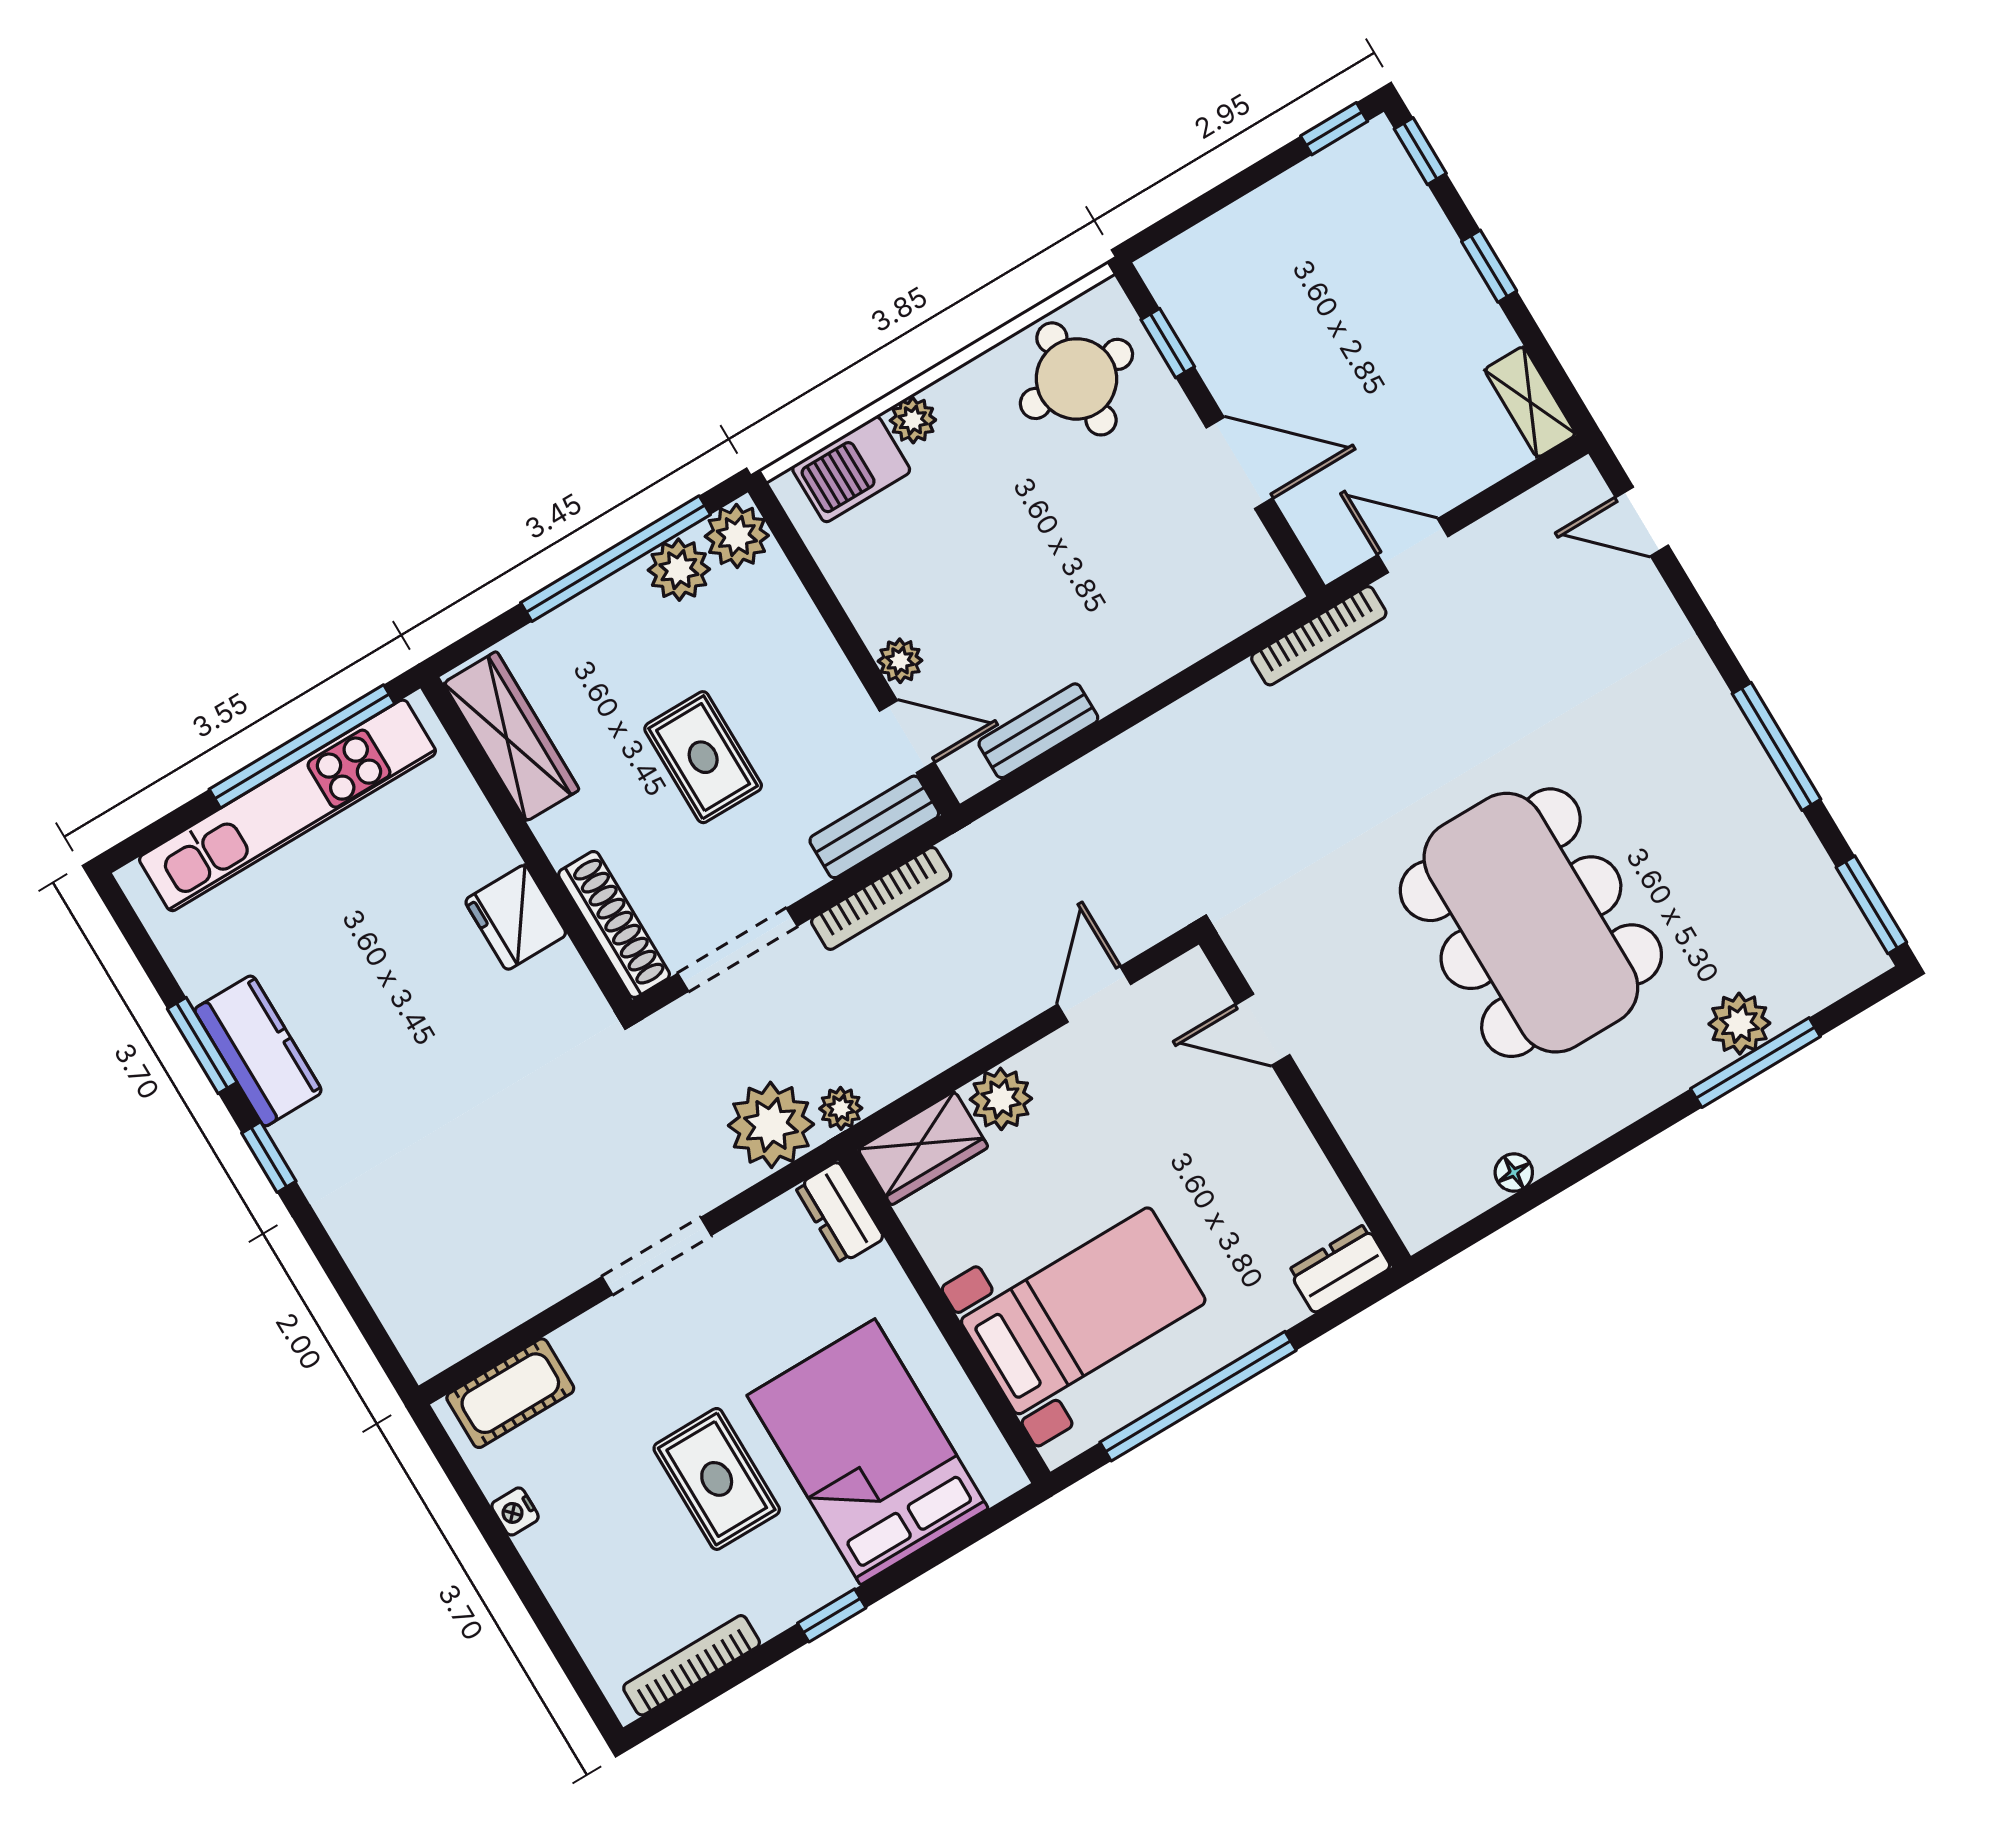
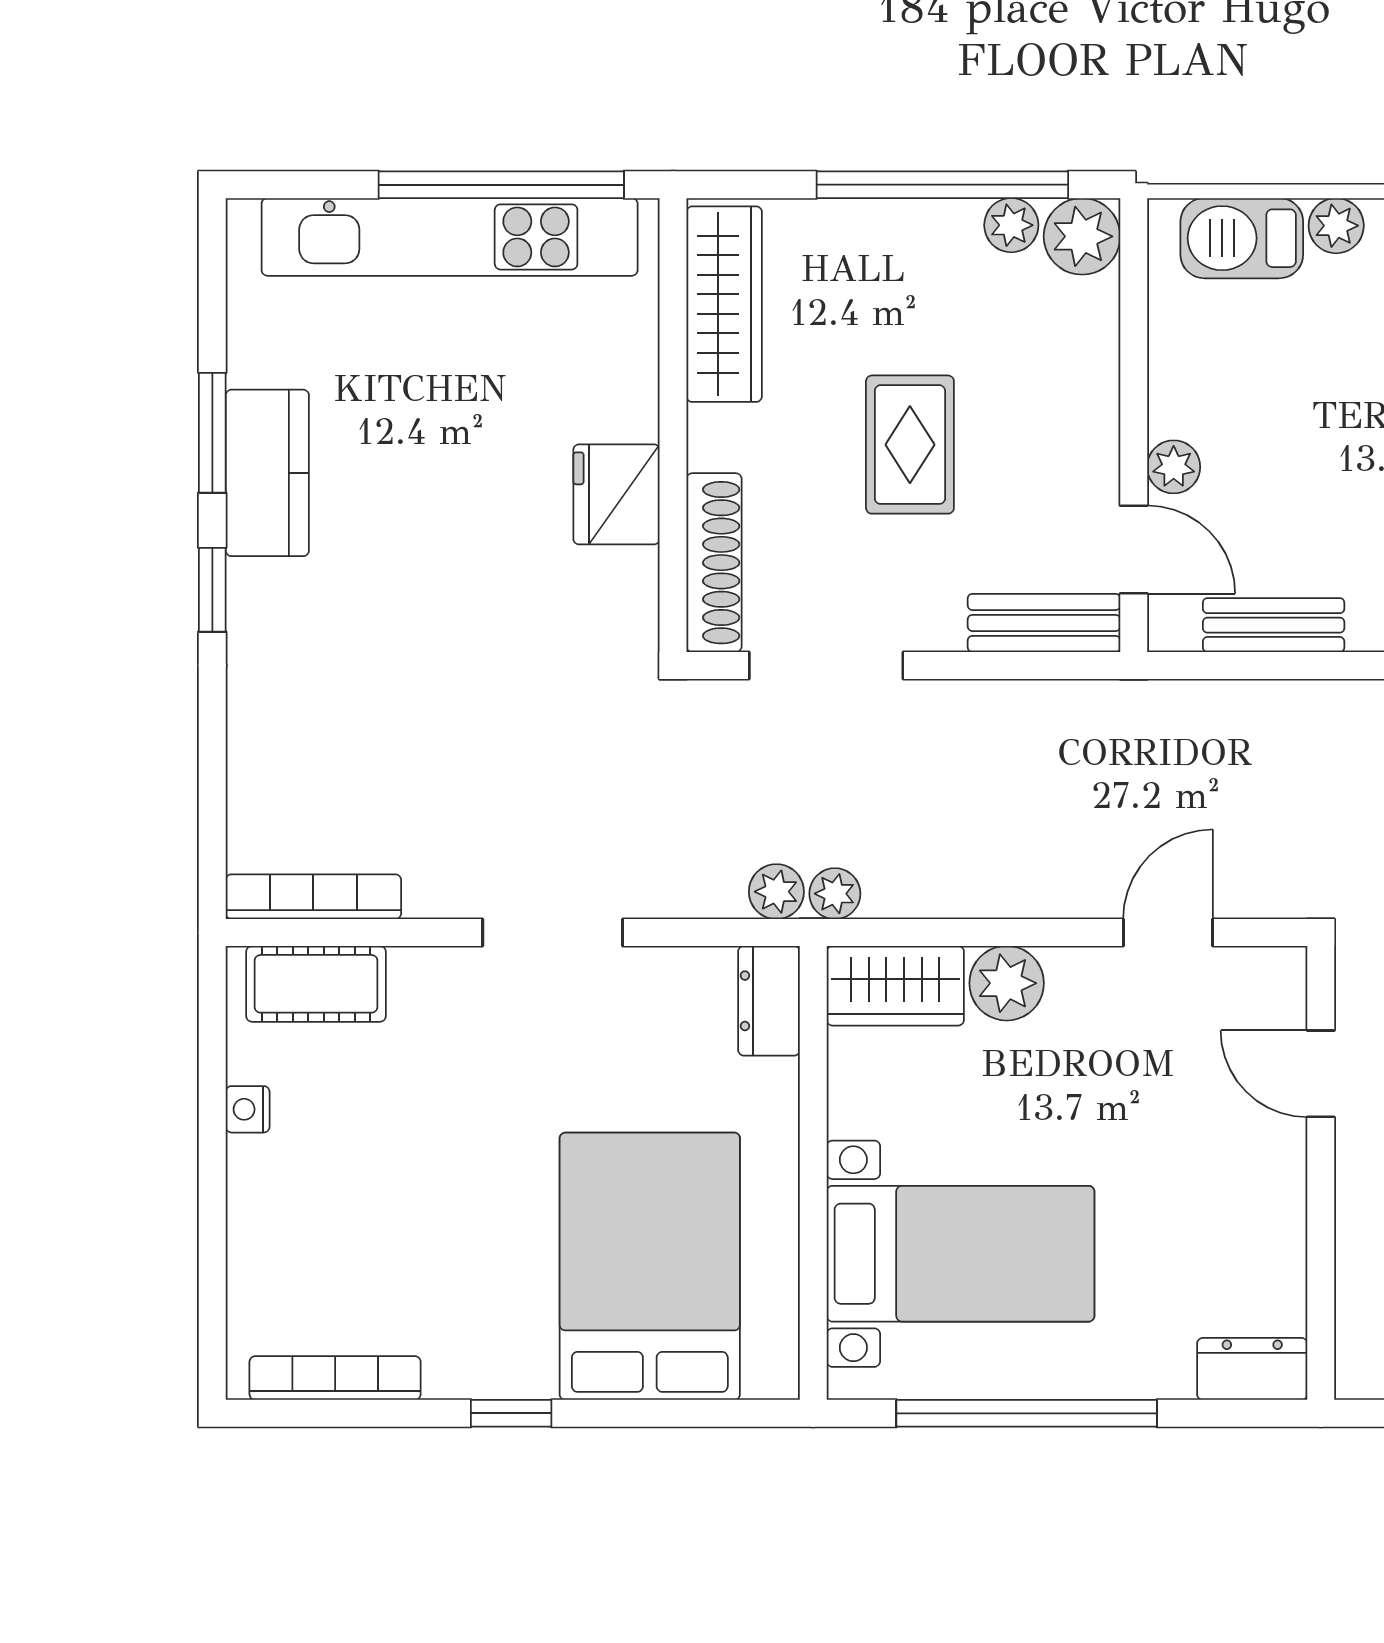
plant: (679, 570) -> (1011, 225), width x0.73, depth x0.73
bookcase: (881, 898) -> (313, 897), moved, turned 180
plant: (771, 1125) -> (776, 892), width x0.53, depth x0.53
rug: (717, 1479) -> (477, 1201), removed

